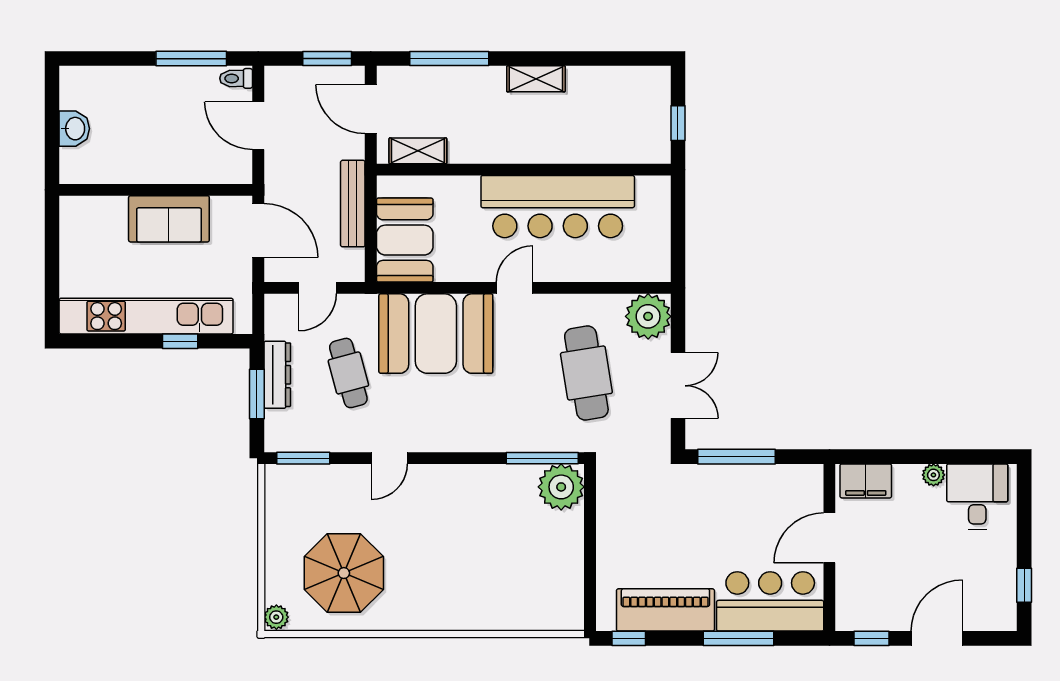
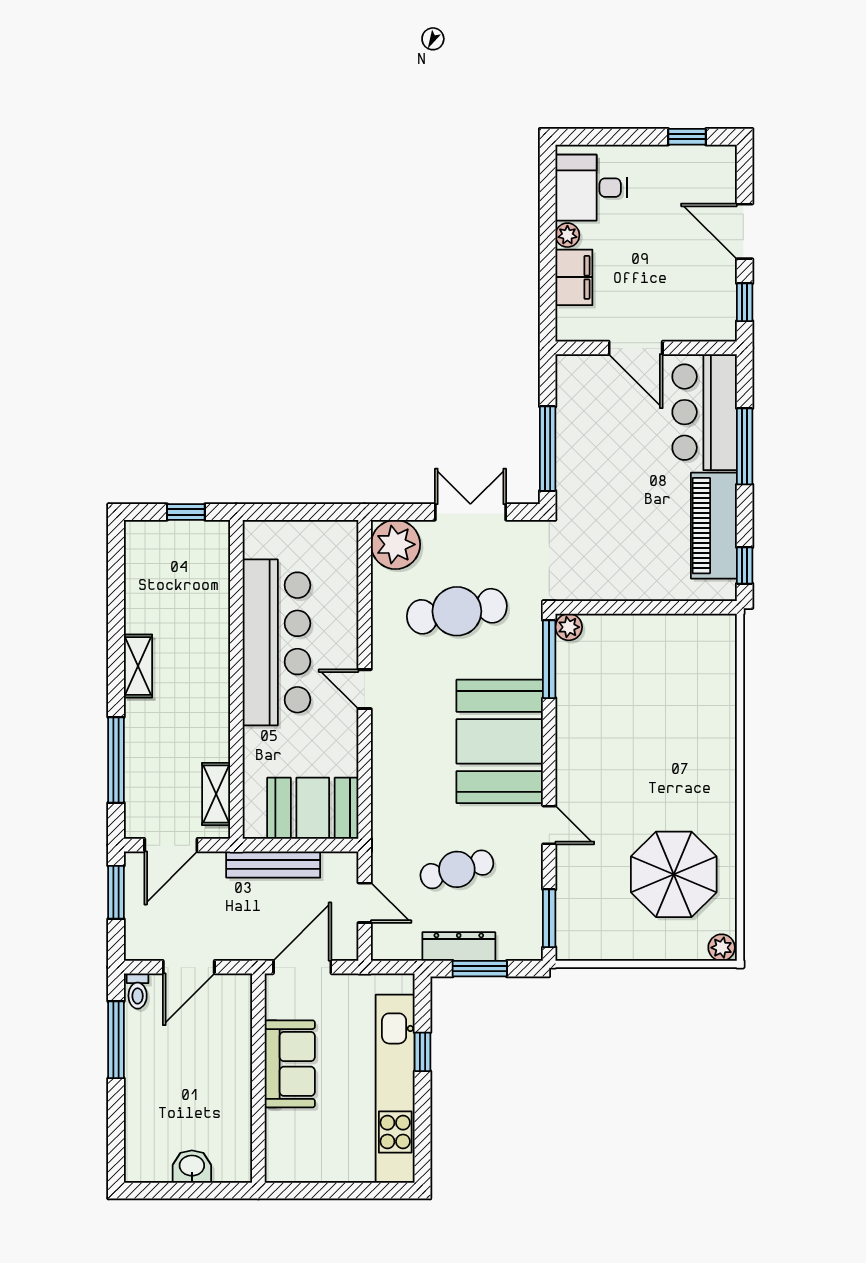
booth: (436, 334) -> (500, 741), moved
filing cabinet: (866, 481) -> (574, 277), moved
plant: (561, 487) -> (569, 627), width x0.53, depth x0.53

